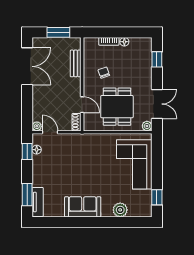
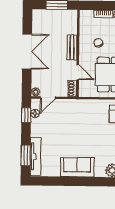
bench: (76, 63) -> (72, 47), moved
double door: (27, 66) -> (27, 51), moved
door: (50, 132) -> (48, 98), swing flipped
tv unit: (38, 202) -> (35, 157), width x1.41

